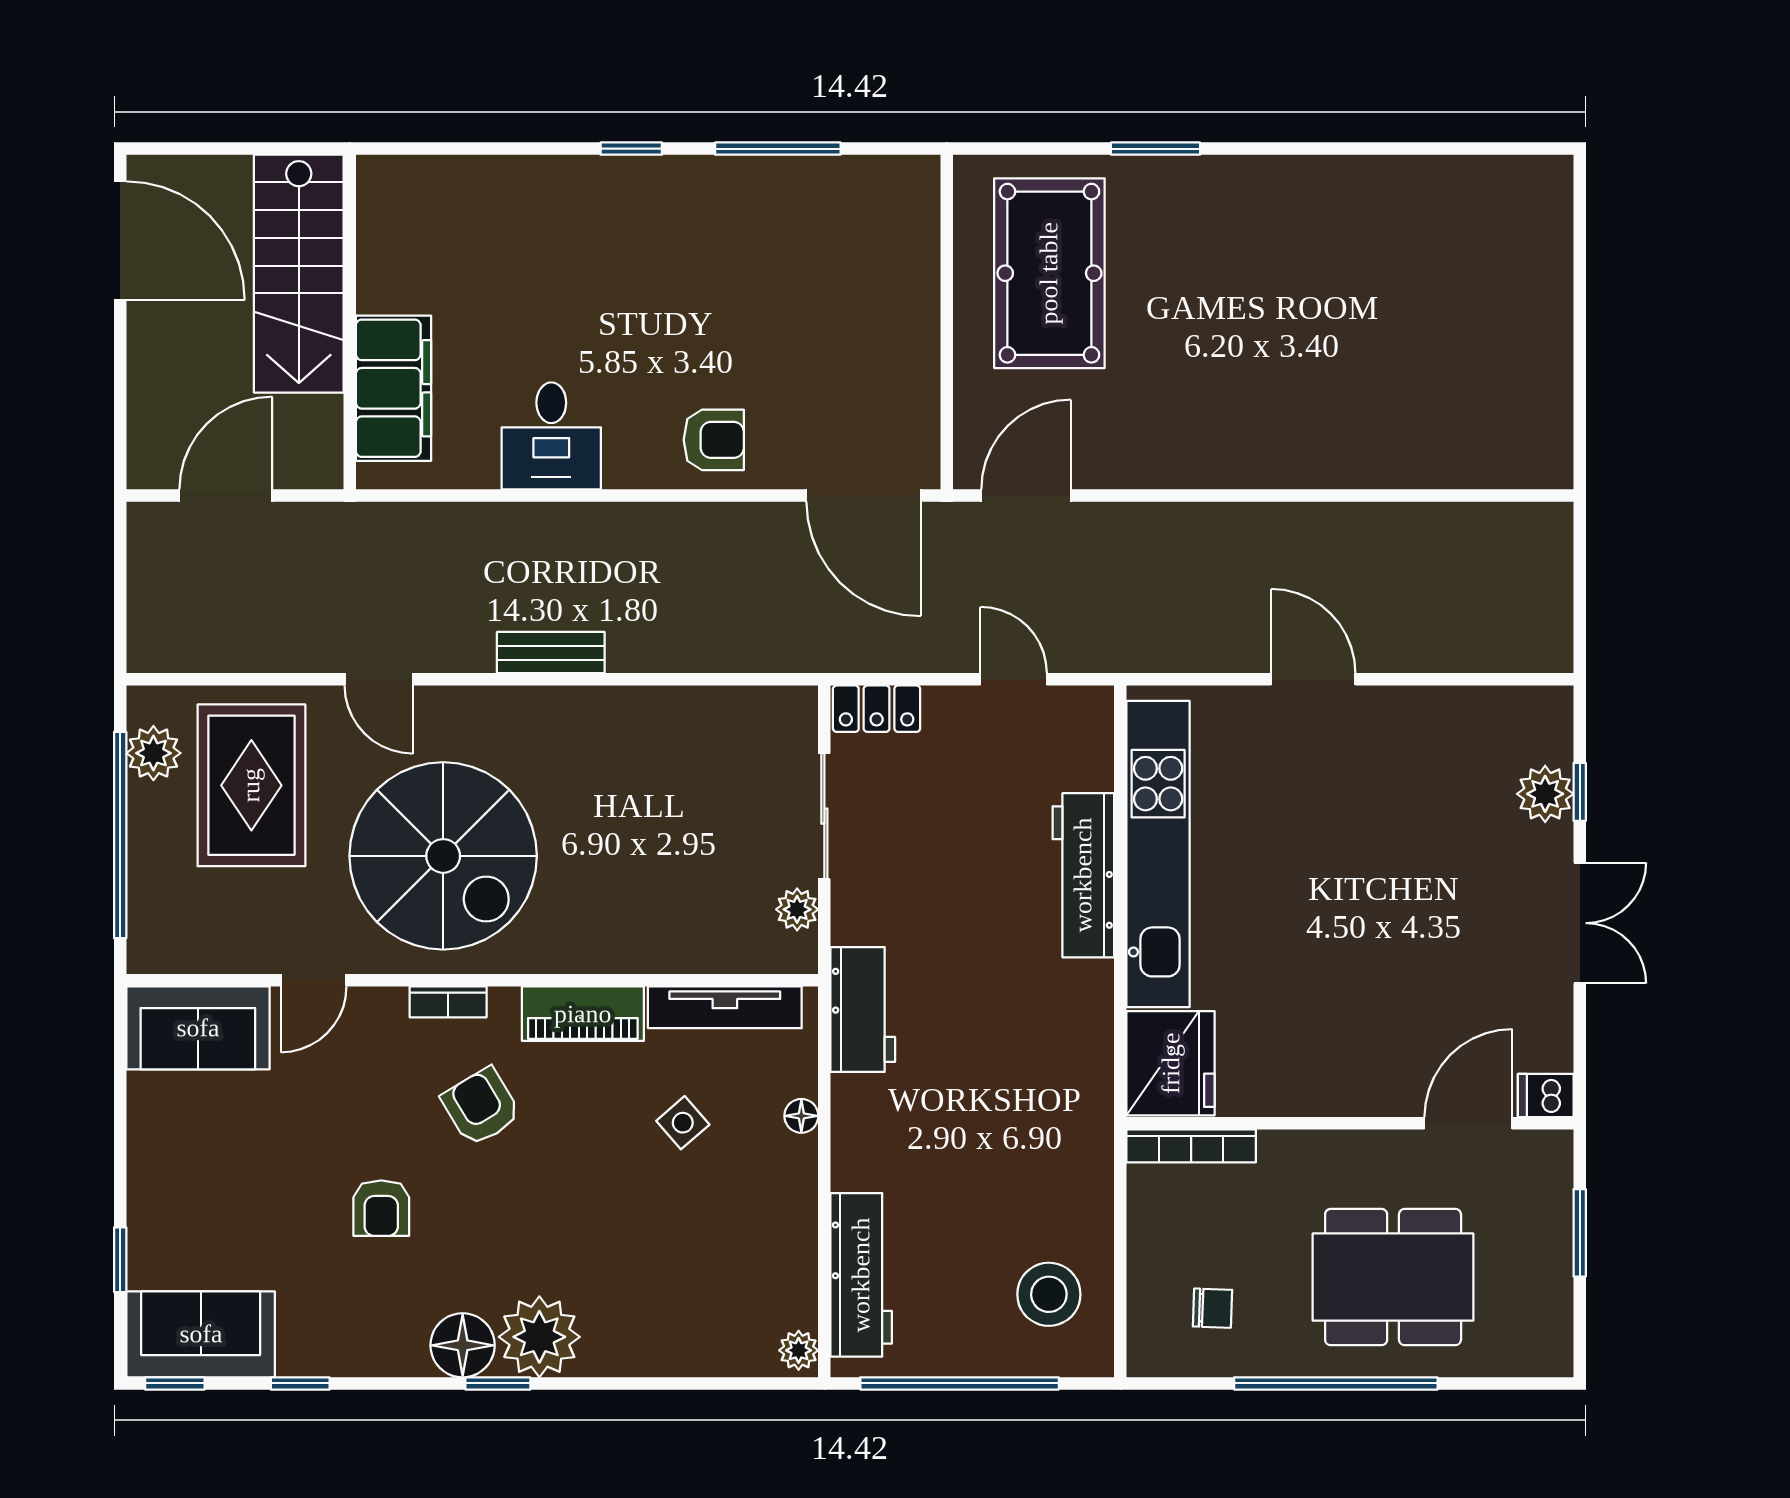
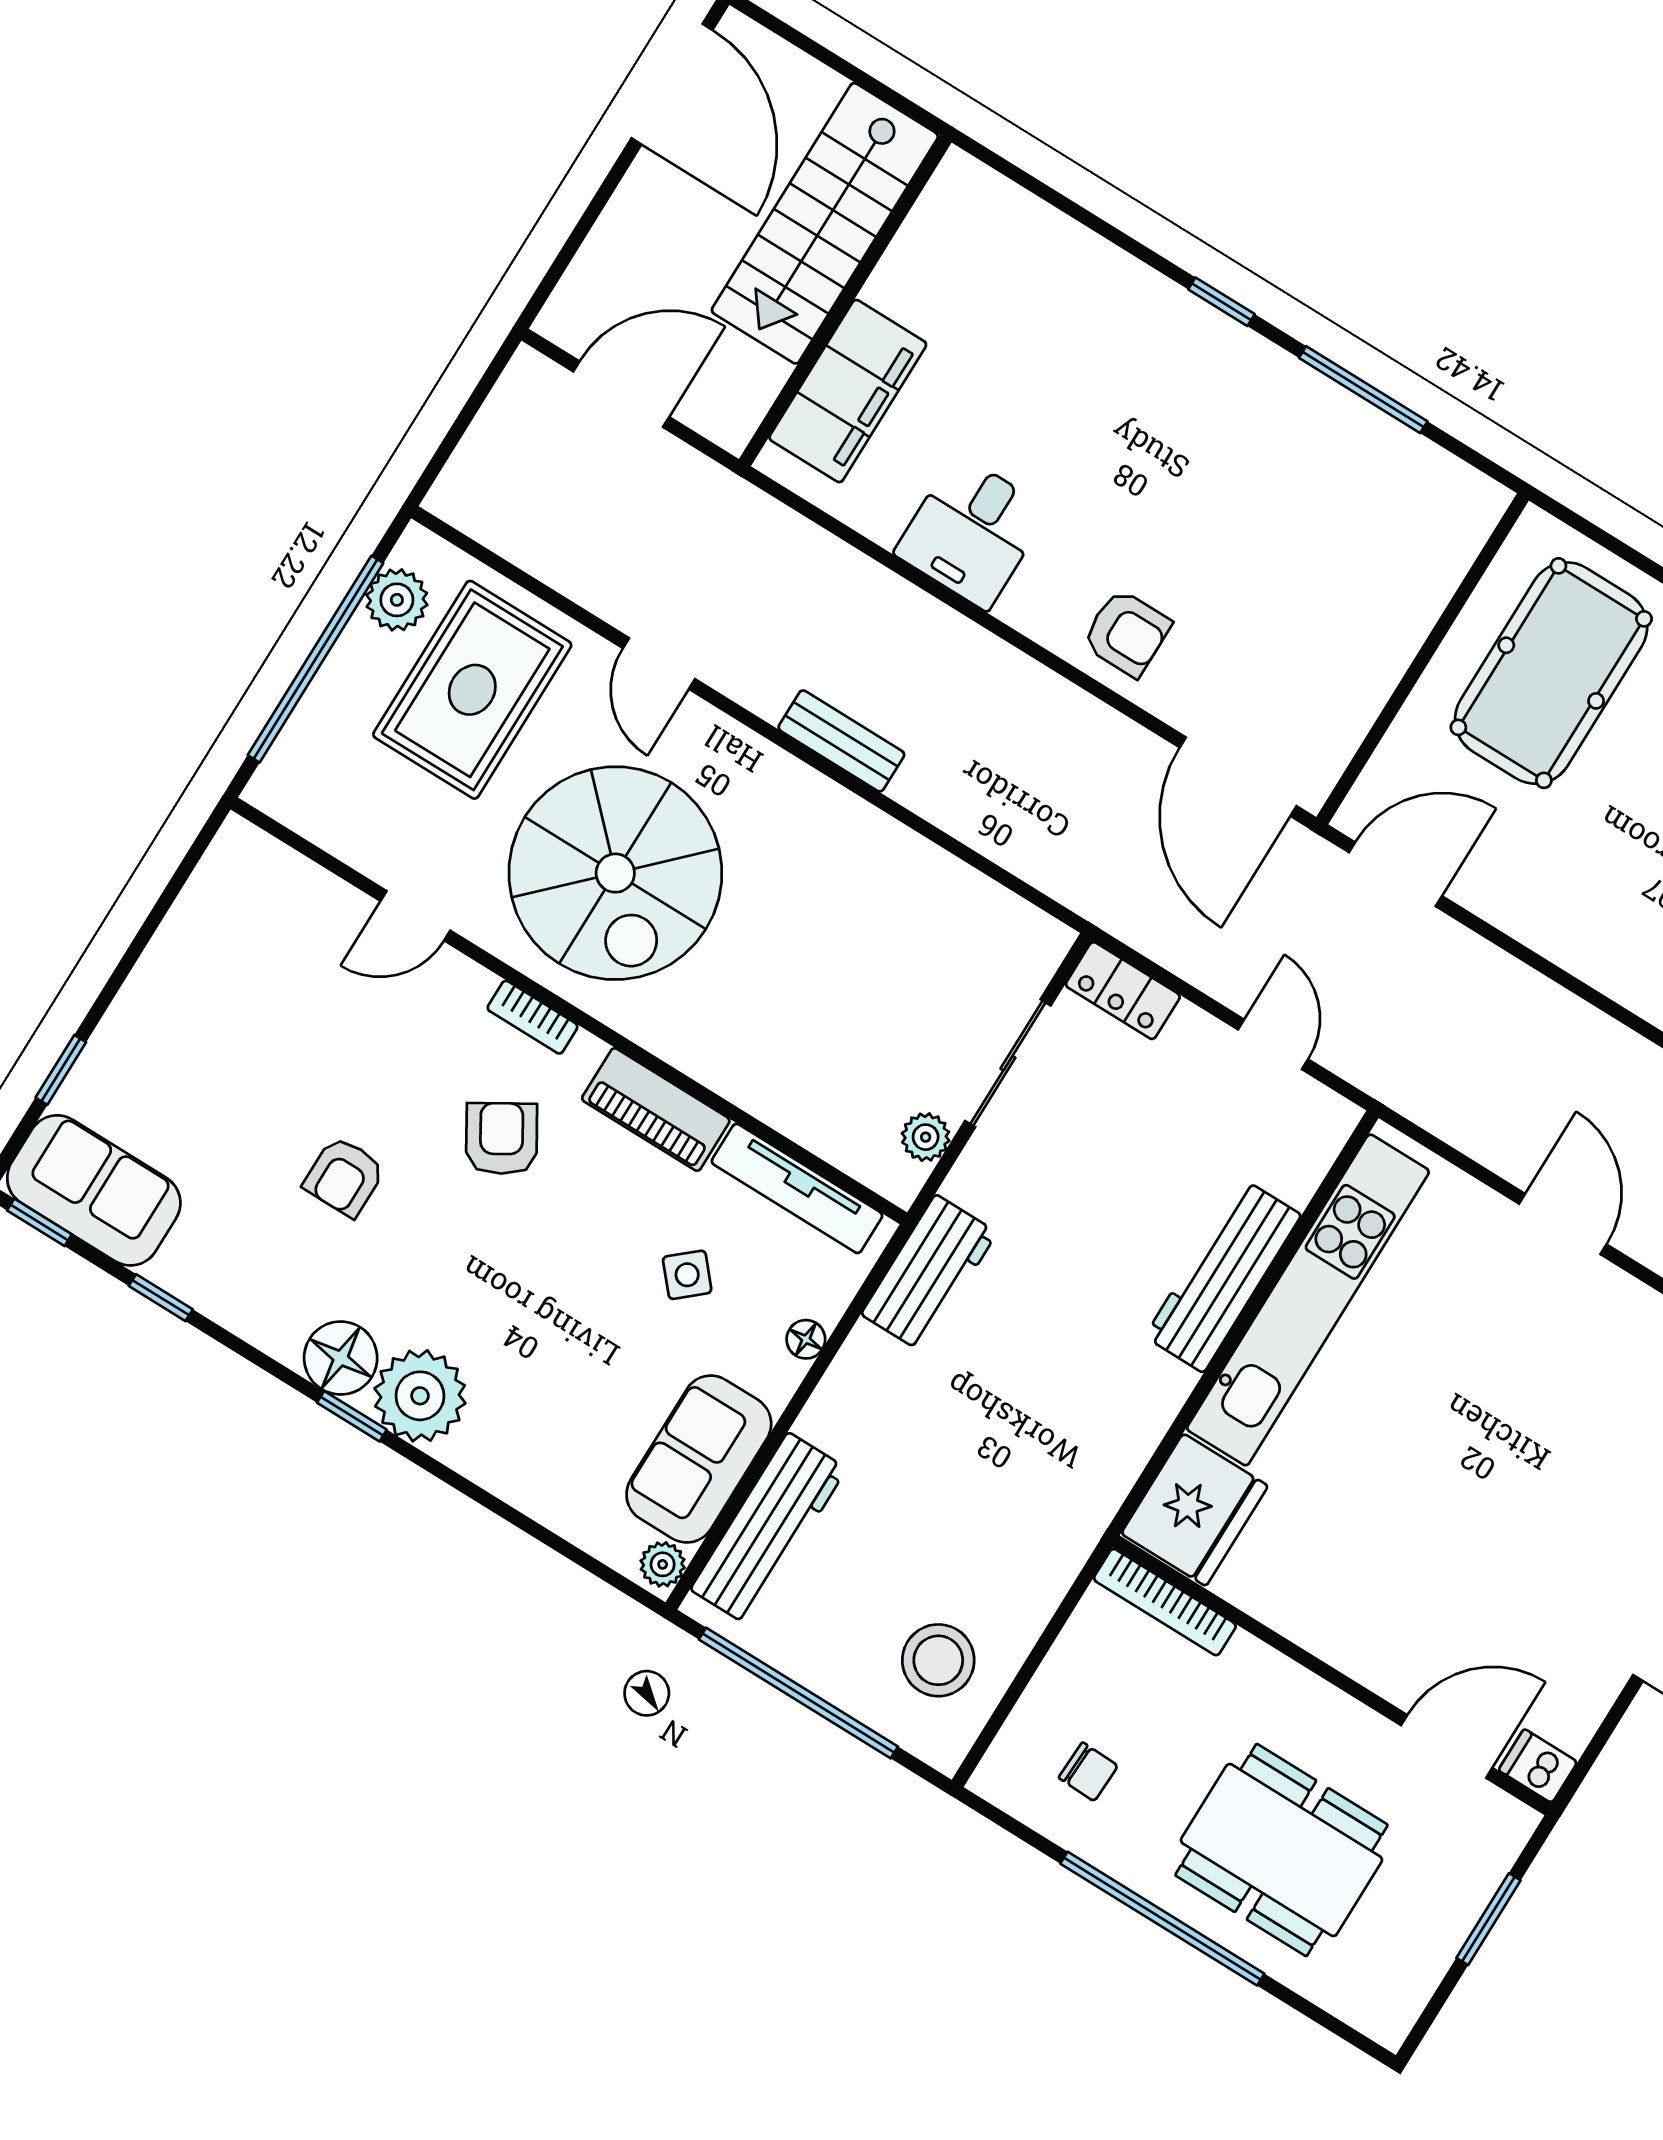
sofa: (198, 1028) -> (699, 1459), moved, turned 90

